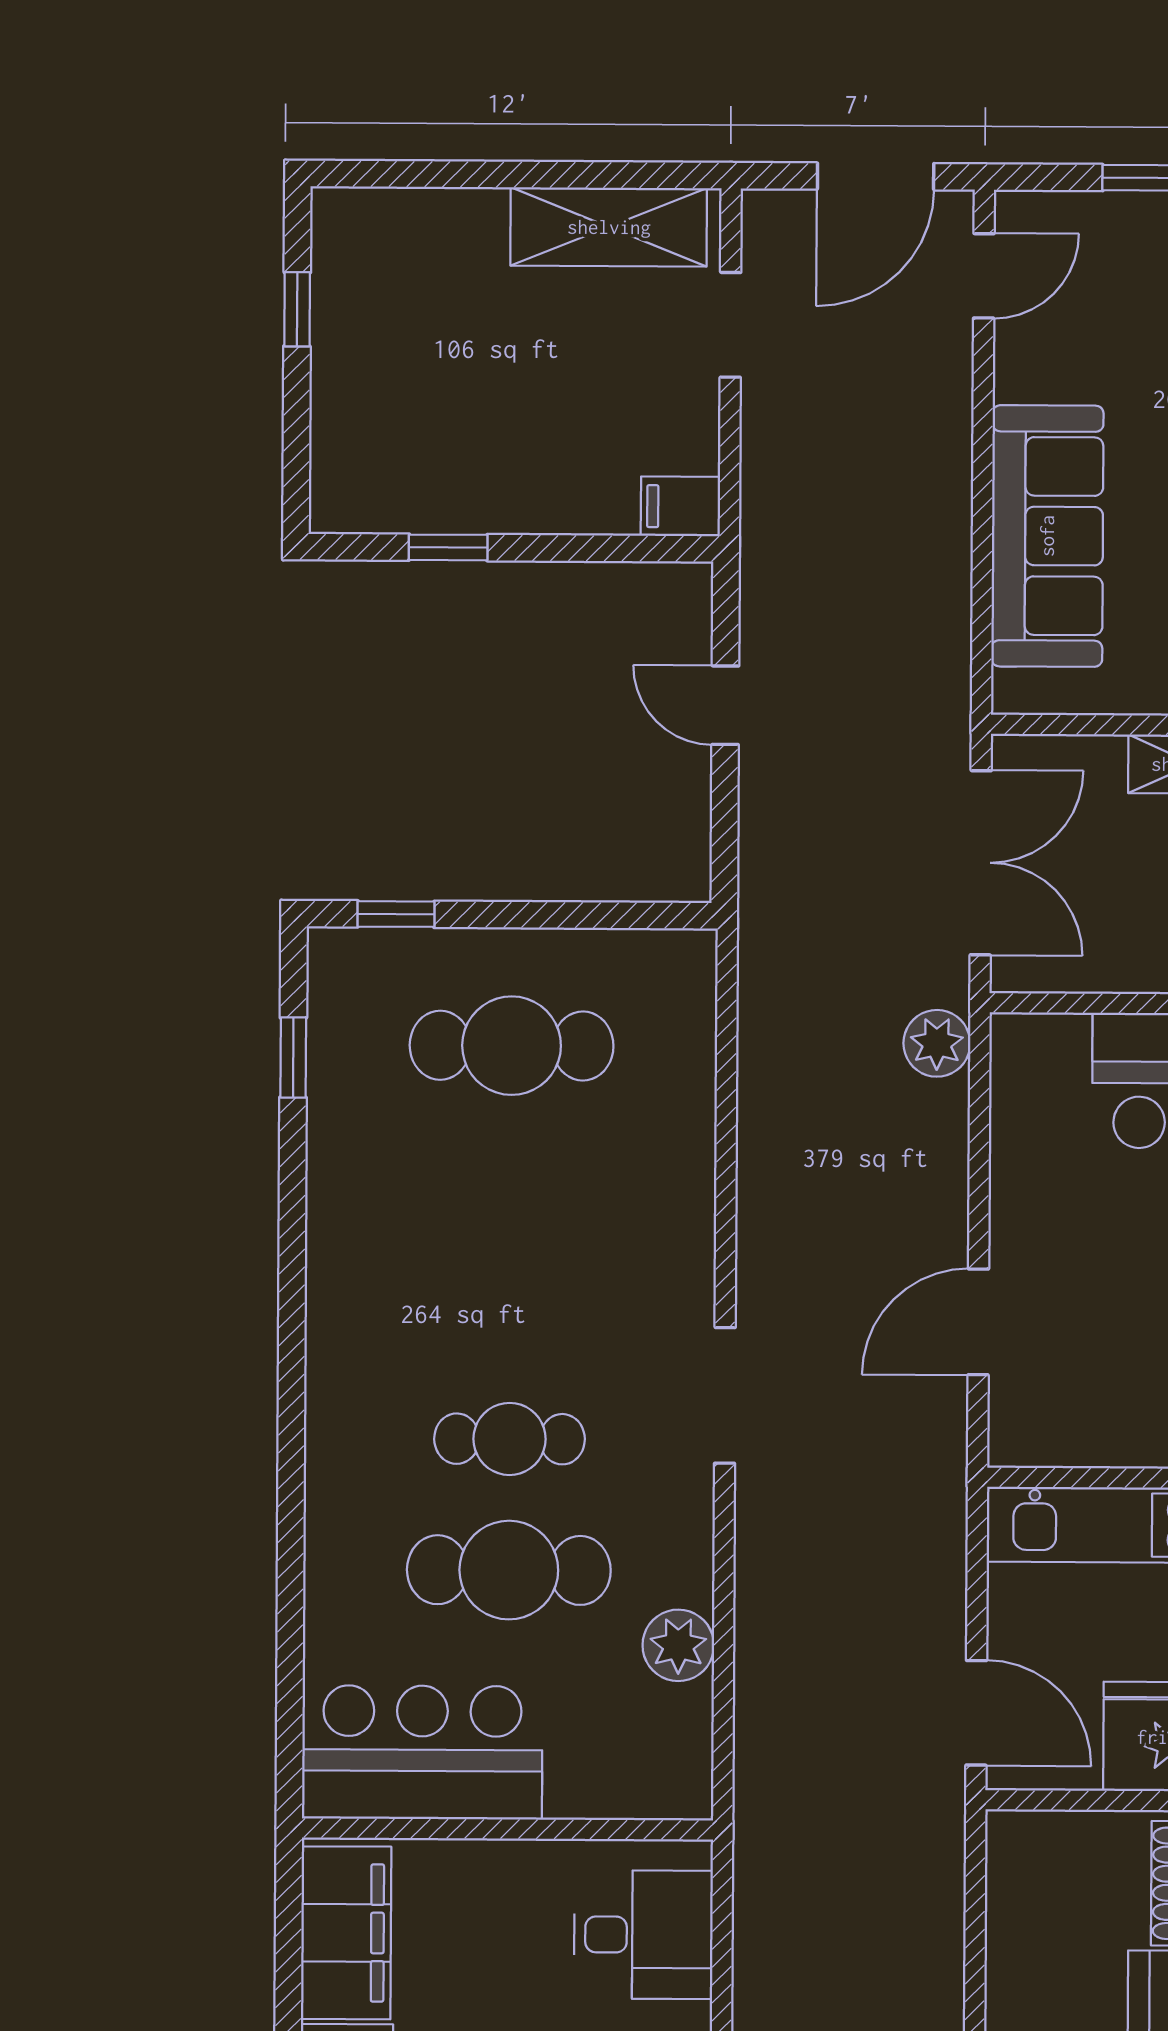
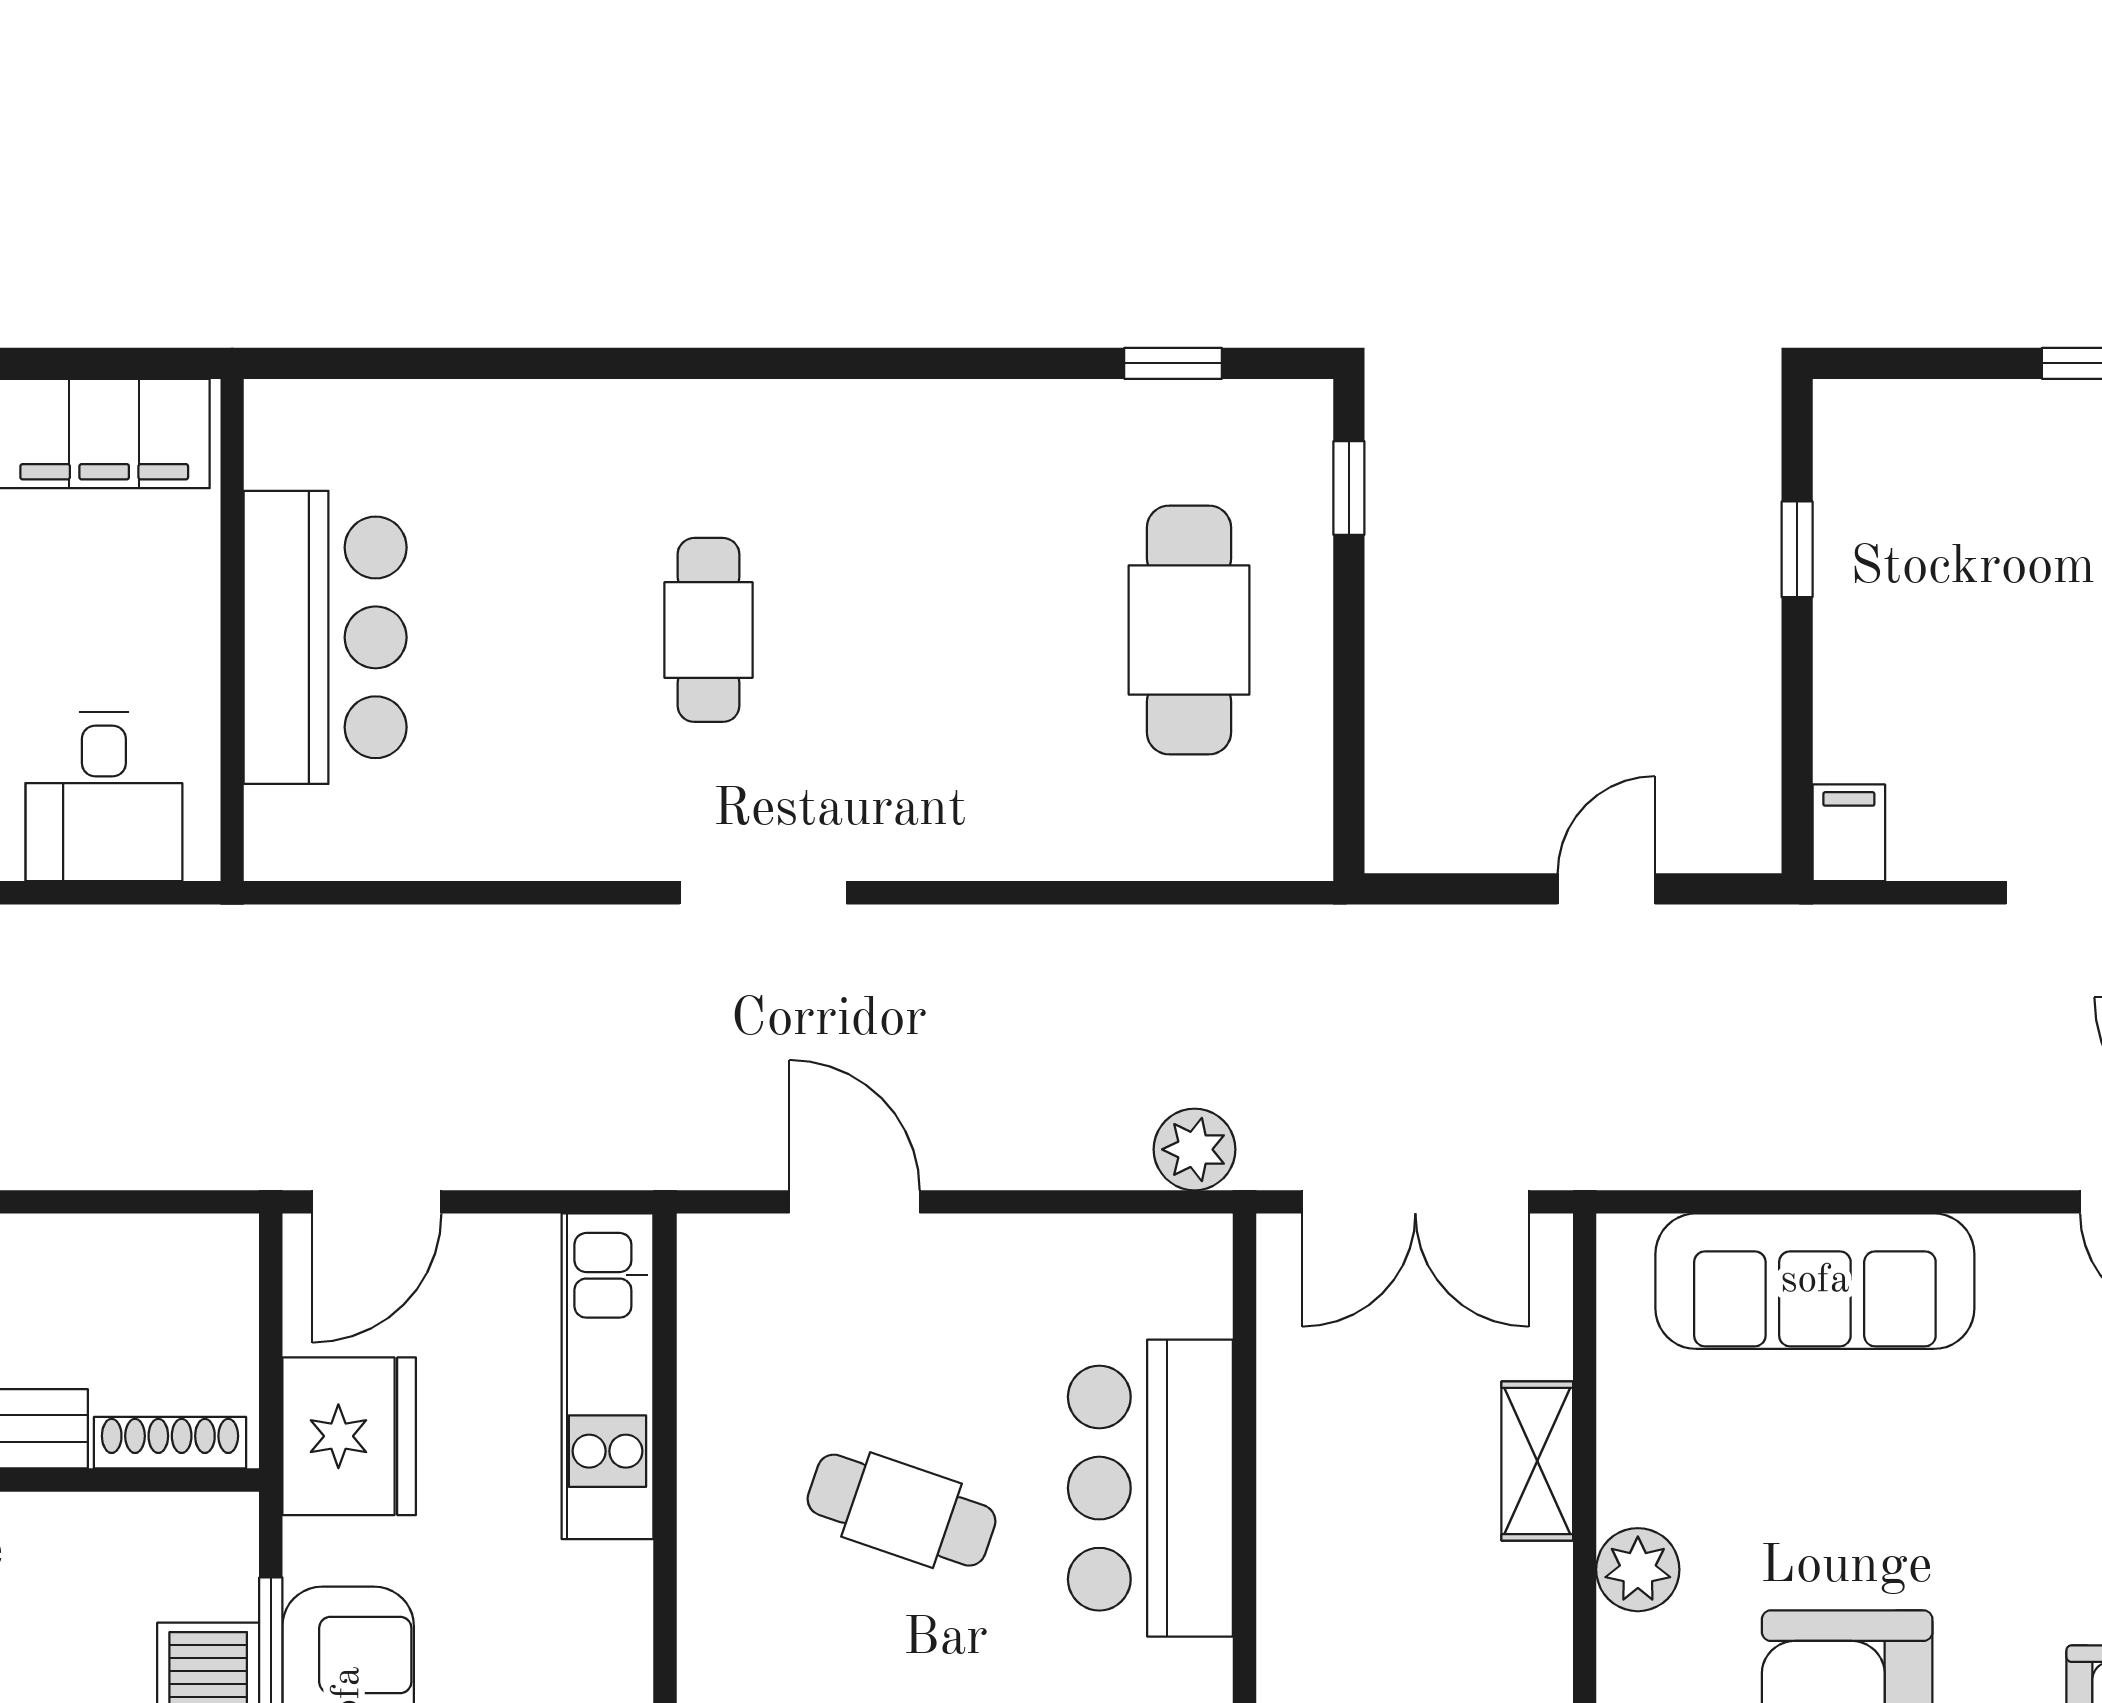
cafe table: (509, 1570) -> (548, 630), removed
plant: (678, 1645) -> (457, 837), removed
bar counter: (422, 1752) -> (325, 637), moved

